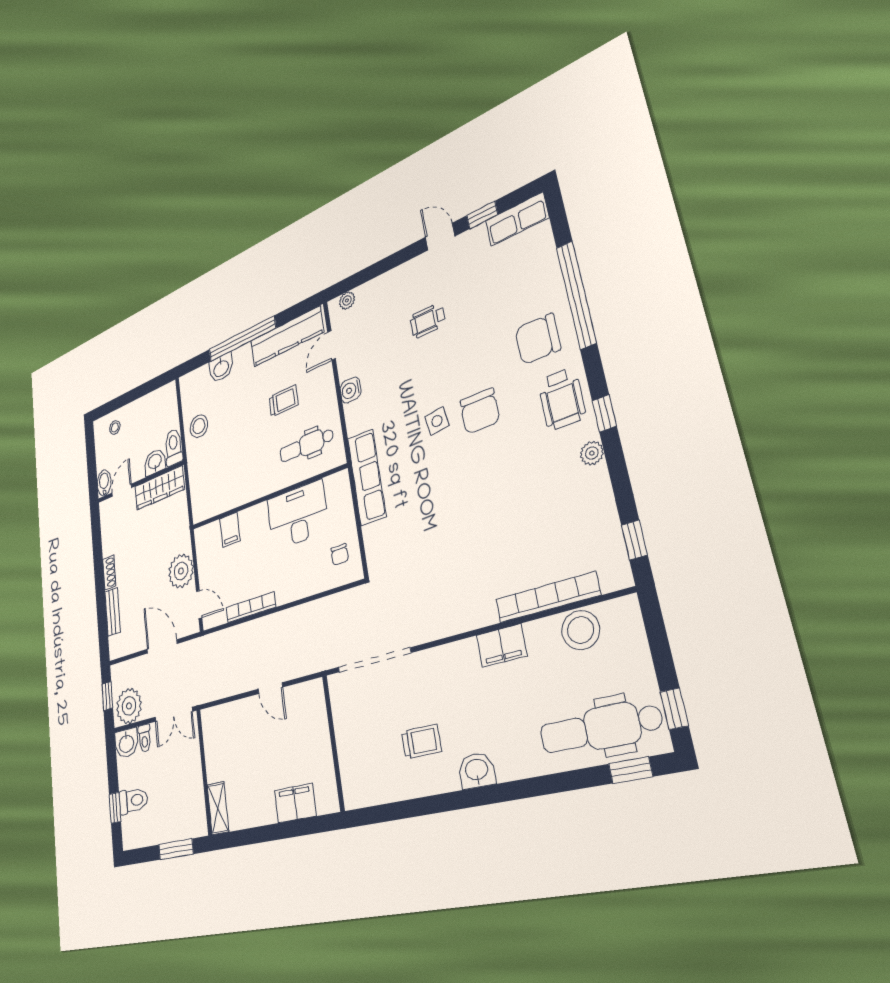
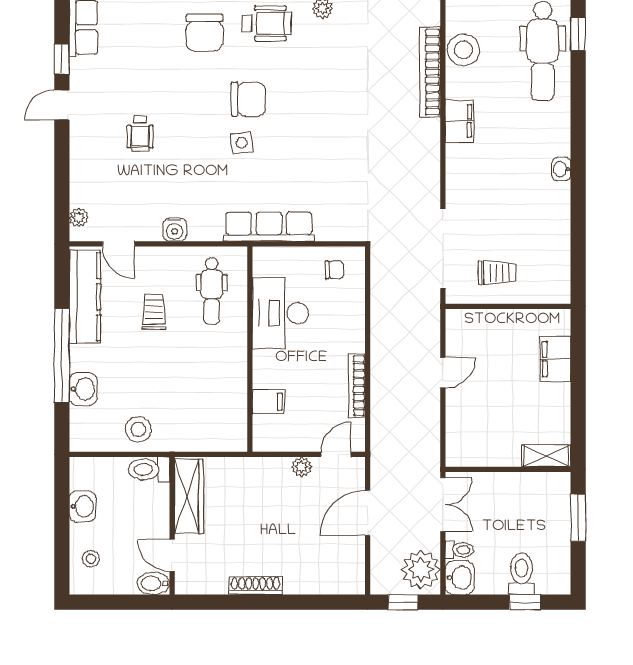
washbasin: (155, 462) -> (83, 506), moved, turned 180
plant: (181, 571) -> (302, 467), width x0.53, depth x0.53
shoe rack: (109, 573) -> (256, 586), width x1.43
bench: (113, 612) -> (310, 585), removed
trolley: (421, 742) -> (497, 273), moved, turned 90
washbasin: (477, 770) -> (561, 169), width x0.72, depth x0.69

